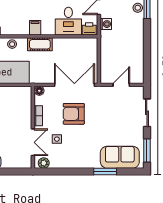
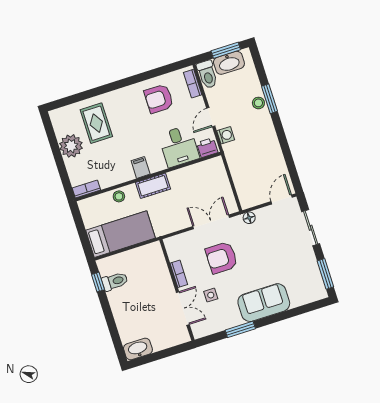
double door: (74, 85) -> (211, 222), width x0.73
door: (121, 85) -> (282, 199), moved
floor lamp: (39, 91) -> (249, 218), moved
sofa: (120, 157) -> (264, 303), moved
plant: (44, 163) -> (204, 330), removed
window: (105, 171) -> (240, 329), moved

